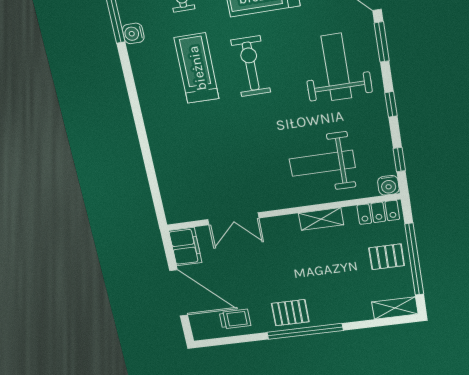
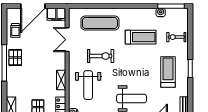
exercise bike: (251, 66) -> (101, 56), moved
exercise mat: (184, 158) -> (100, 23), added
weight bench: (322, 163) -> (88, 85), turned 180

